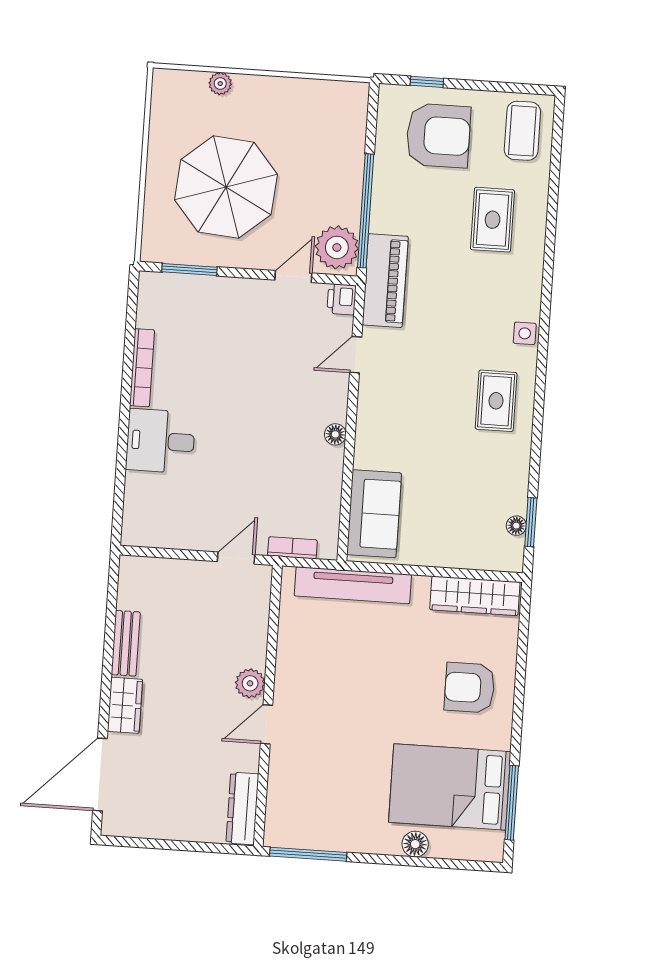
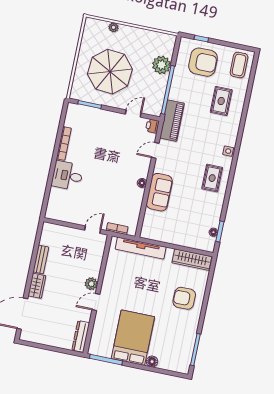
plant: (337, 247) -> (161, 65), moved
sofa: (374, 514) -> (159, 192), moved
bed: (450, 787) -> (133, 338), moved, turned 90

